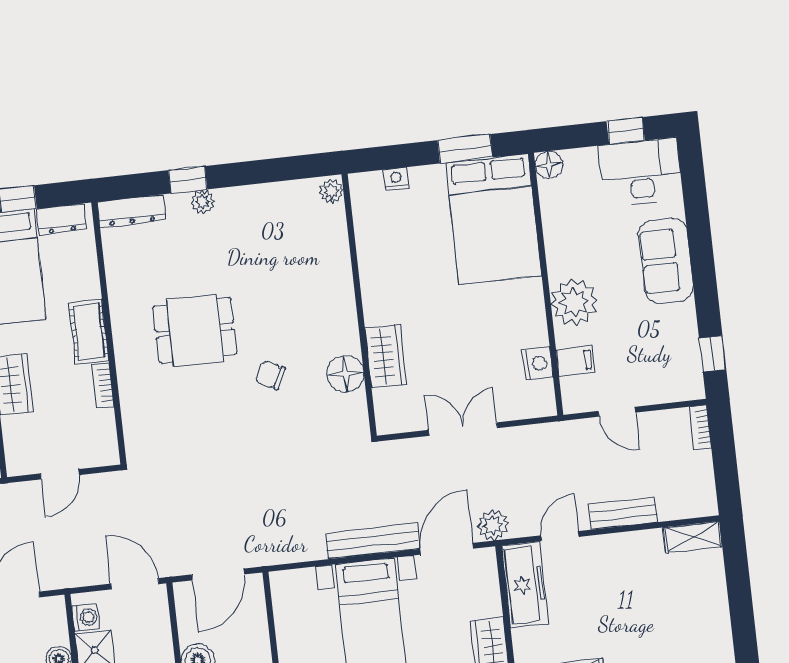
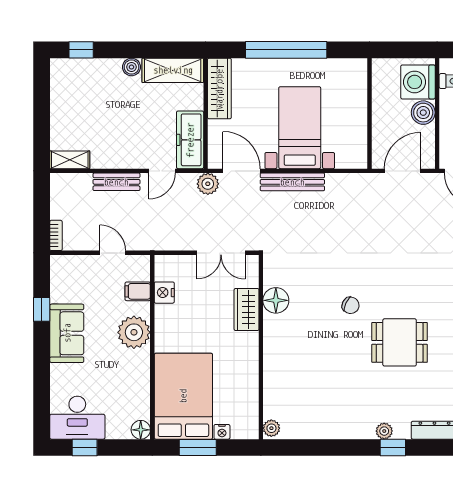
nightstand: (396, 179) -> (222, 432), moved
plant: (331, 191) -> (271, 428), moved
sofa: (666, 261) -> (67, 333), moved
wall: (359, 305) -> (261, 347), moved
window: (713, 354) -> (42, 309), moved
wardrobe: (386, 356) -> (247, 309), moved
floor lamp: (345, 374) -> (276, 300), moved
door: (447, 549) -> (242, 171), swing flipped

